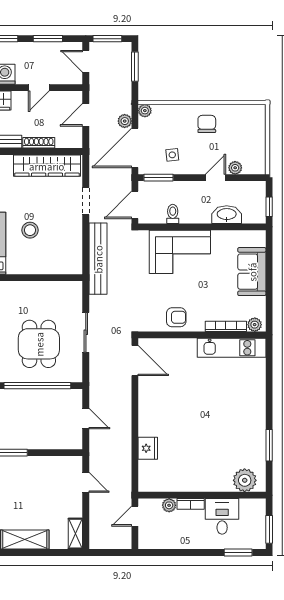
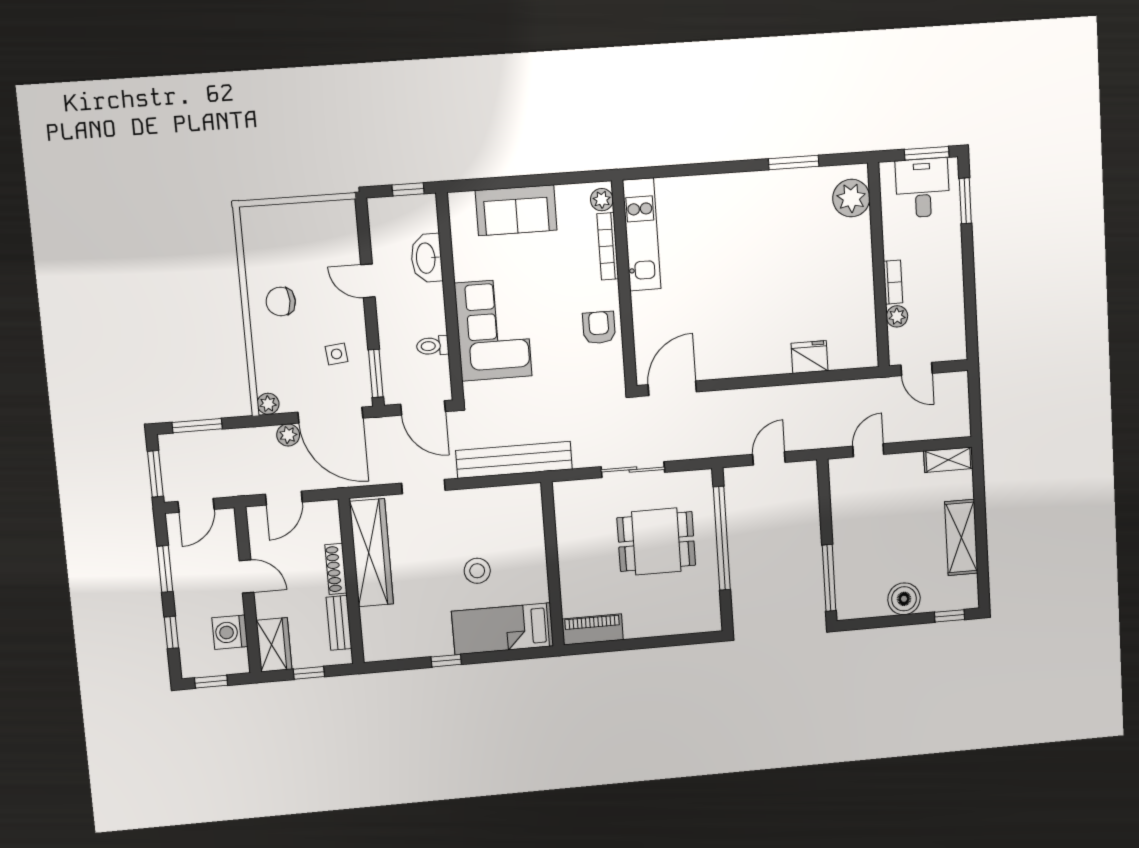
door: (86, 115) -> (284, 498), hinge flipped
plant: (235, 168) -> (349, 250), removed
desk: (222, 516) -> (922, 188), moved, turned 90

